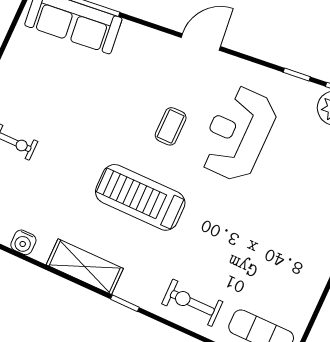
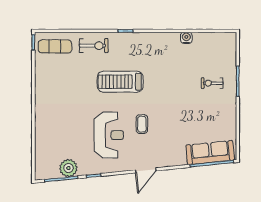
treadmill: (140, 197) -> (120, 82), moved, turned 180
shelving: (85, 267) -> (152, 40), removed

